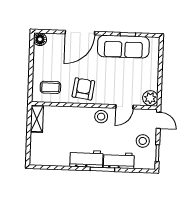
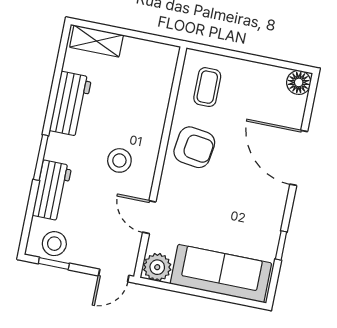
sofa: (123, 47) -> (221, 274), moved, turned 90
stool: (101, 117) -> (119, 160), moved
shelving: (37, 119) -> (97, 41), moved
stool: (143, 141) -> (54, 244), moved
workbench: (86, 159) -> (71, 104), moved

